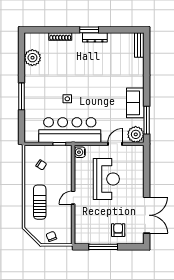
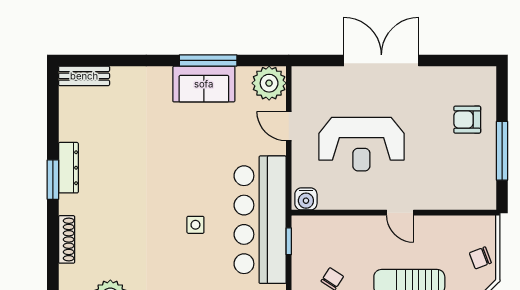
window: (147, 120) -> (208, 60), moved
reception desk: (106, 179) -> (361, 144), turned 180
double door: (147, 215) -> (381, 60), moved

